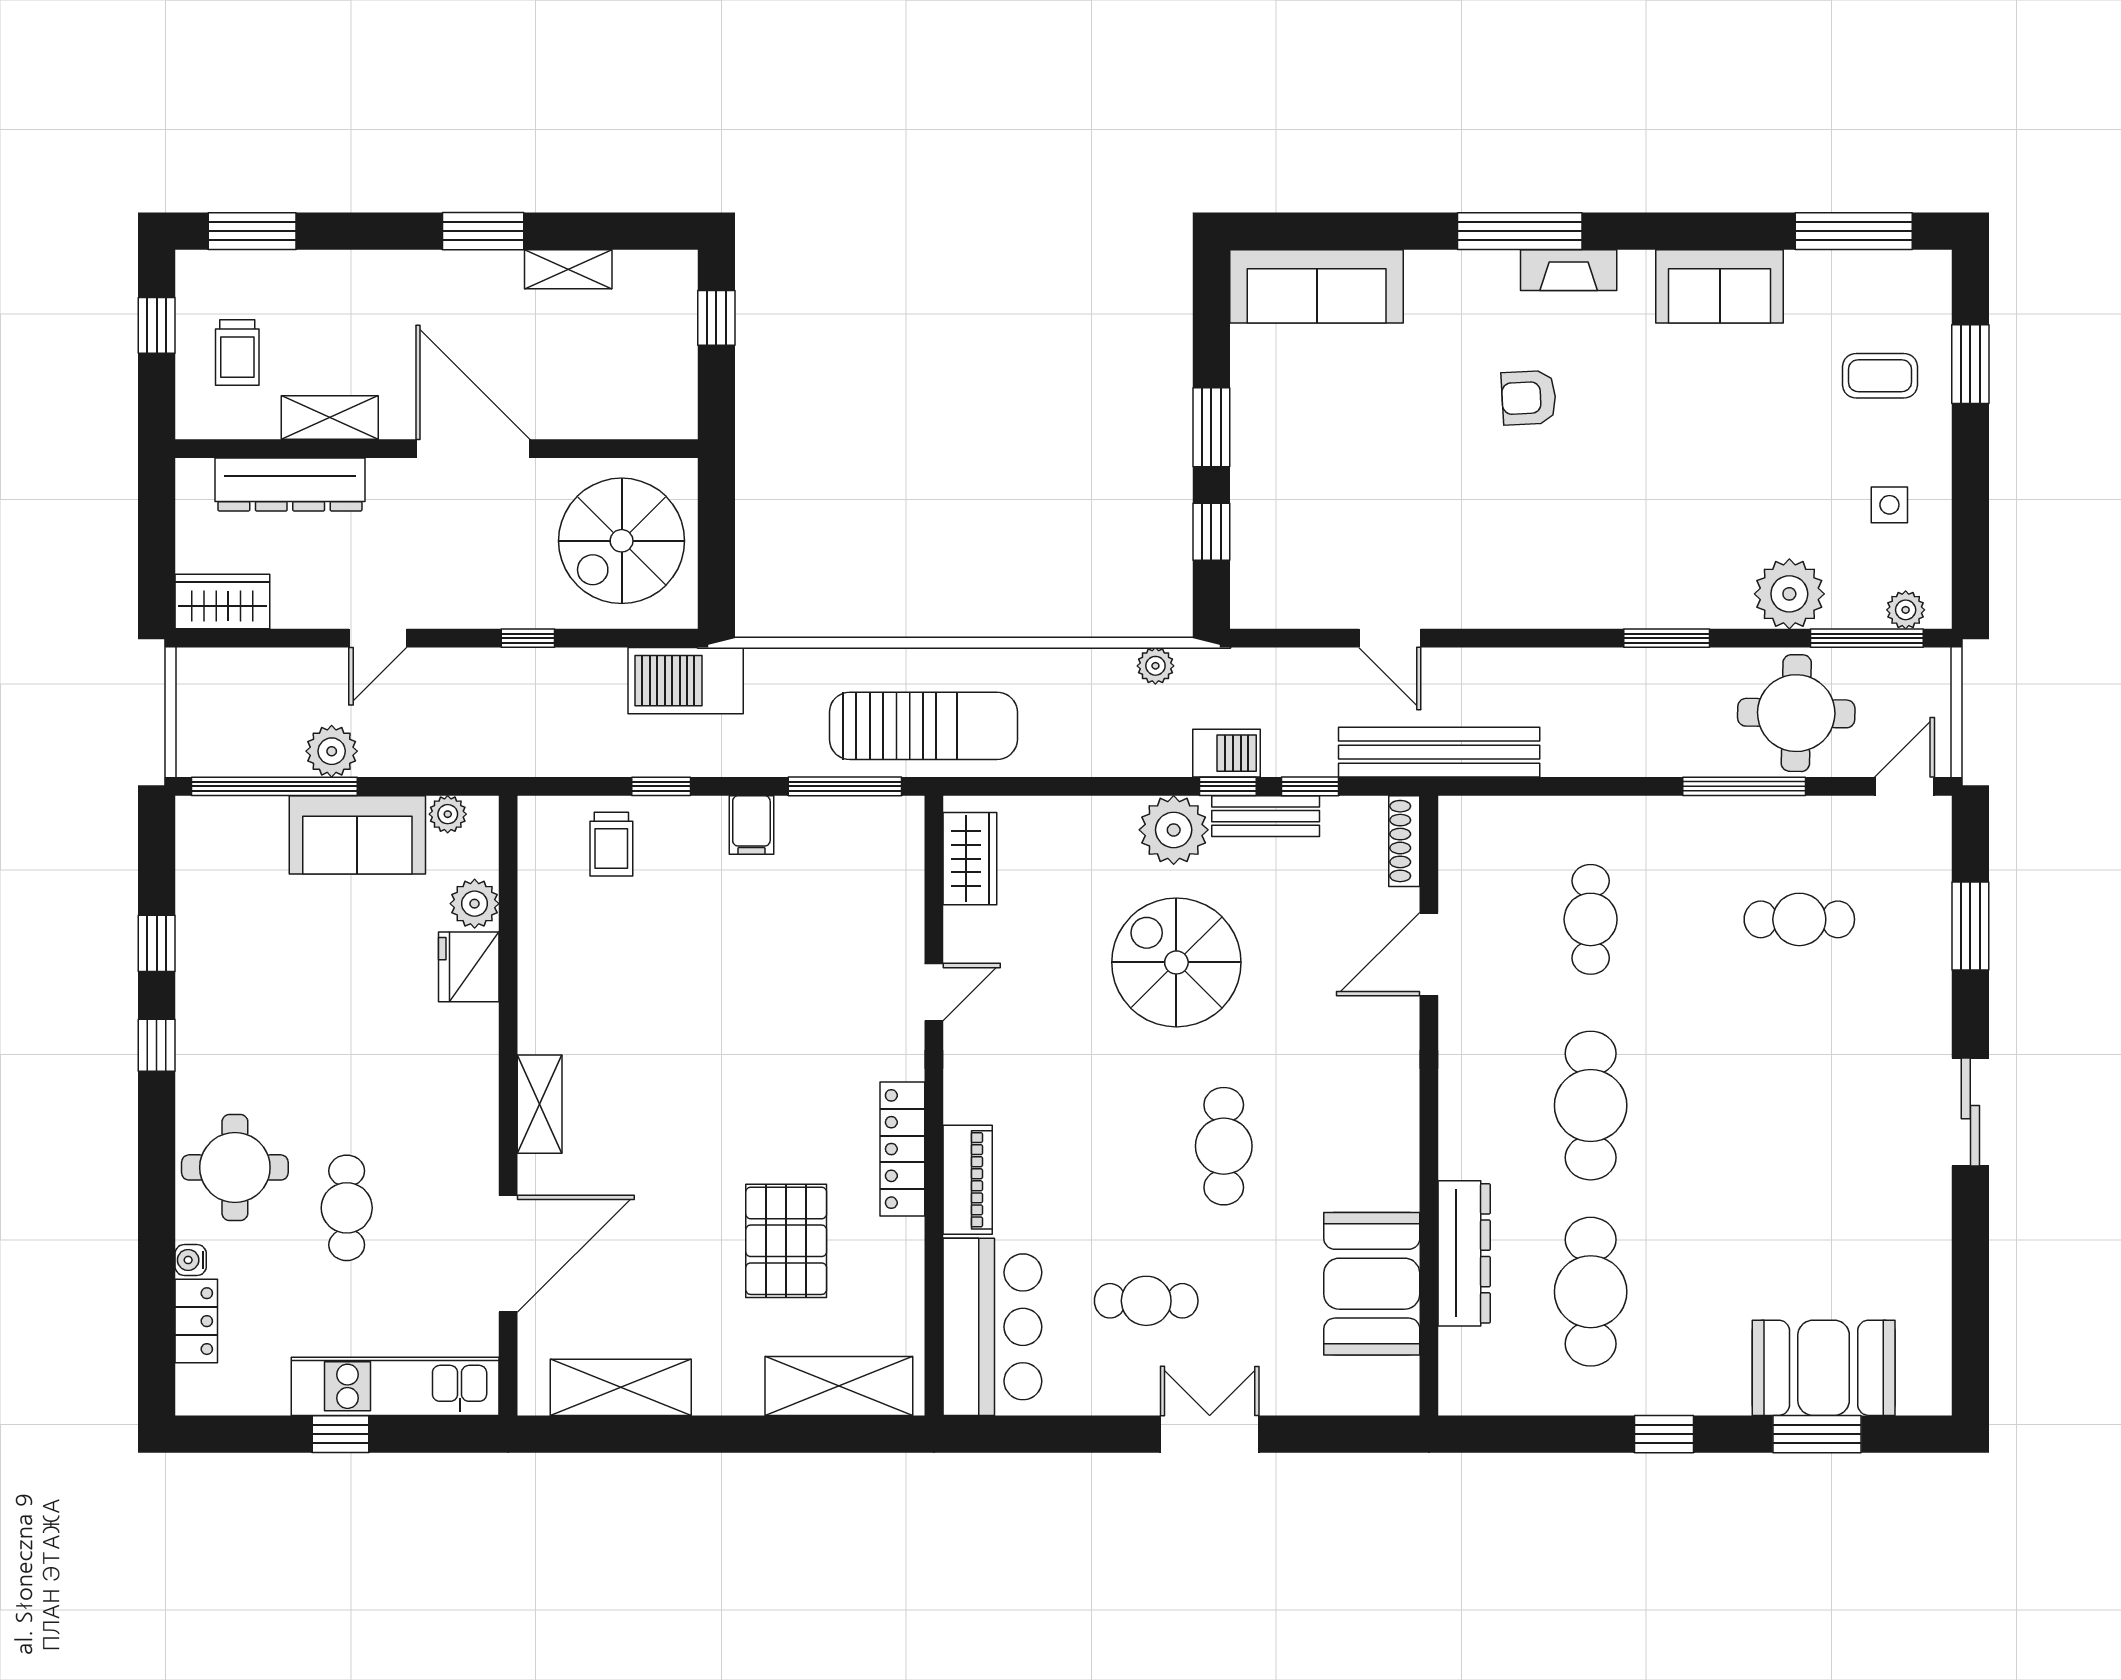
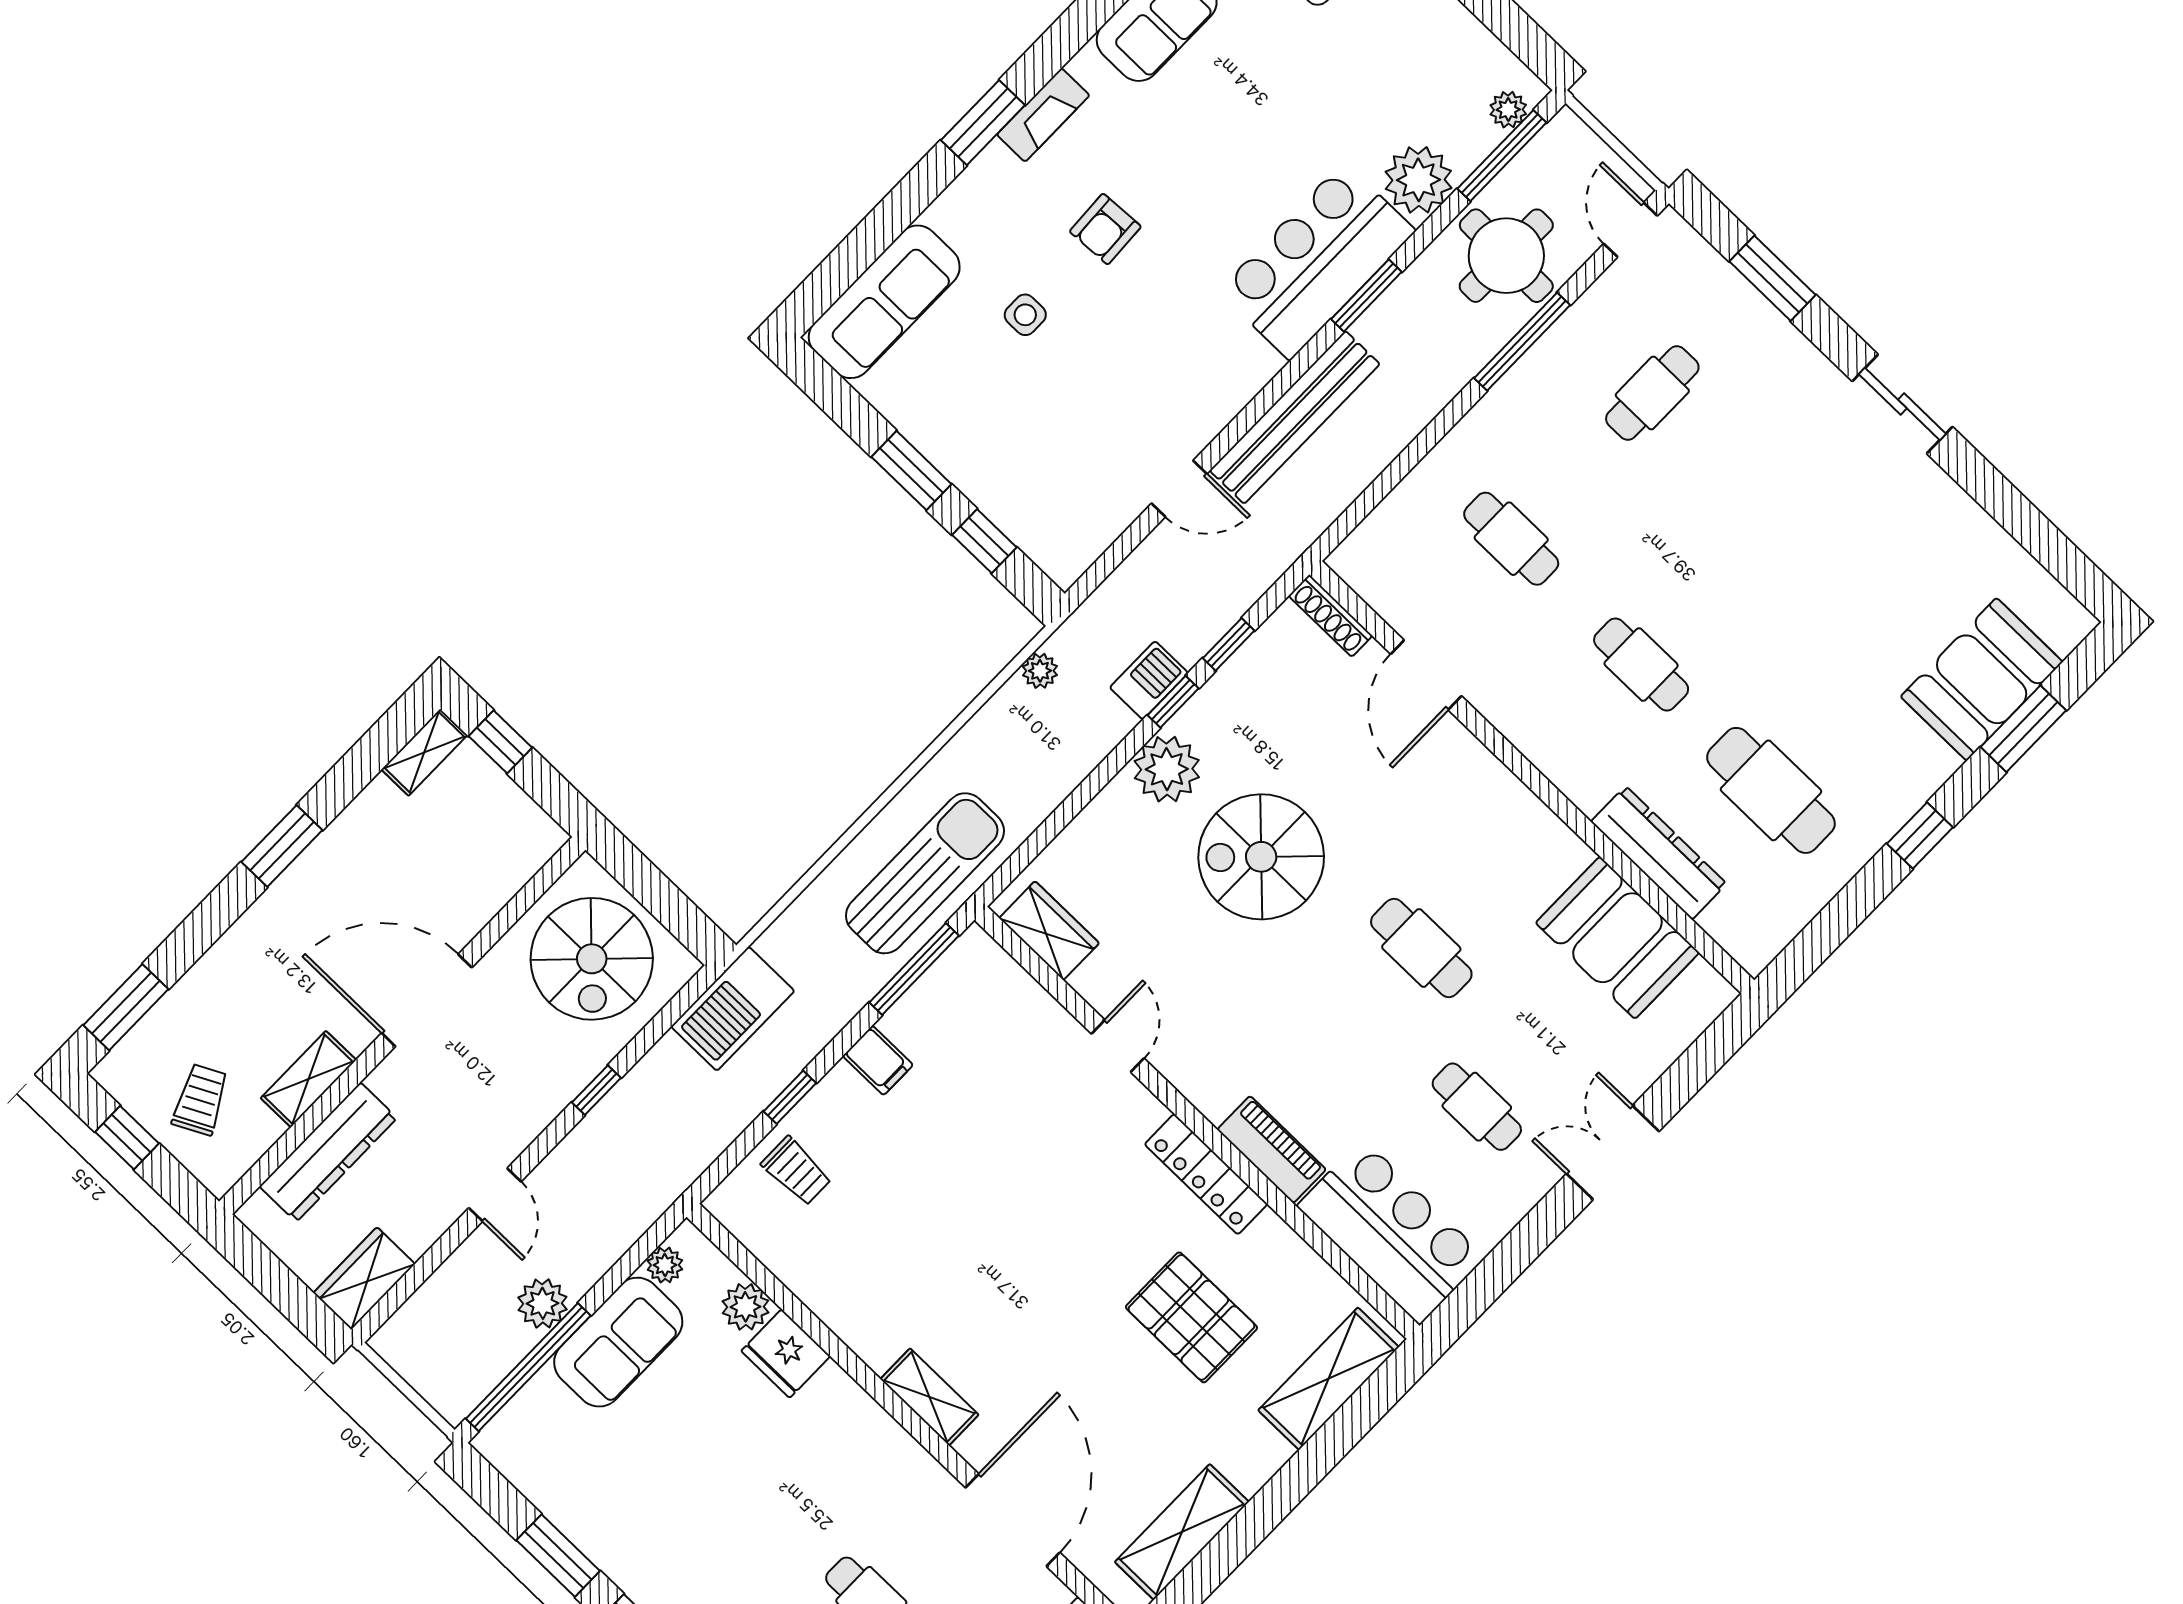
window: (1520, 231) -> (983, 123), width x0.69
shelving: (568, 269) -> (424, 752), moved
trolley: (237, 352) -> (200, 1100), turned -117
side table: (1889, 505) -> (1025, 315), moved
bar counter: (1657, 577) -> (1317, 261), added
bench: (1439, 752) -> (1295, 417), moved
bench: (1266, 816) -> (1219, 696), removed
window: (157, 943) -> (558, 1556), width x1.50
cafe table: (1591, 1106) -> (1641, 665), width x0.73, depth x0.74
cafe table: (1146, 1301) -> (1477, 1107), turned 90

